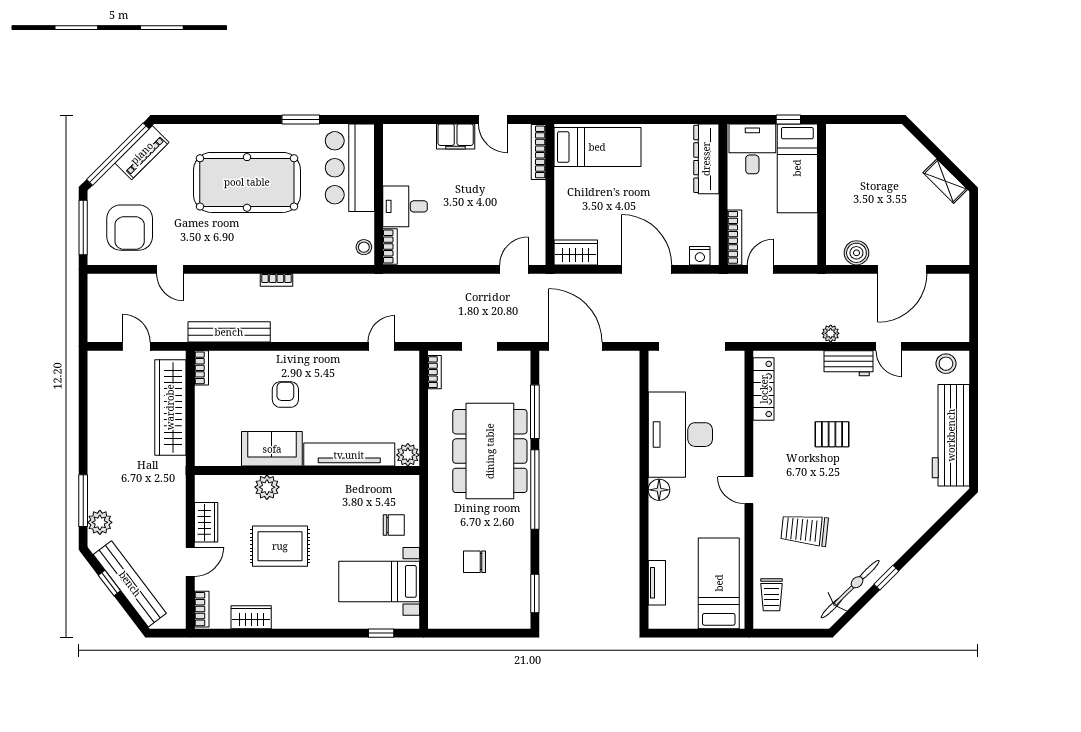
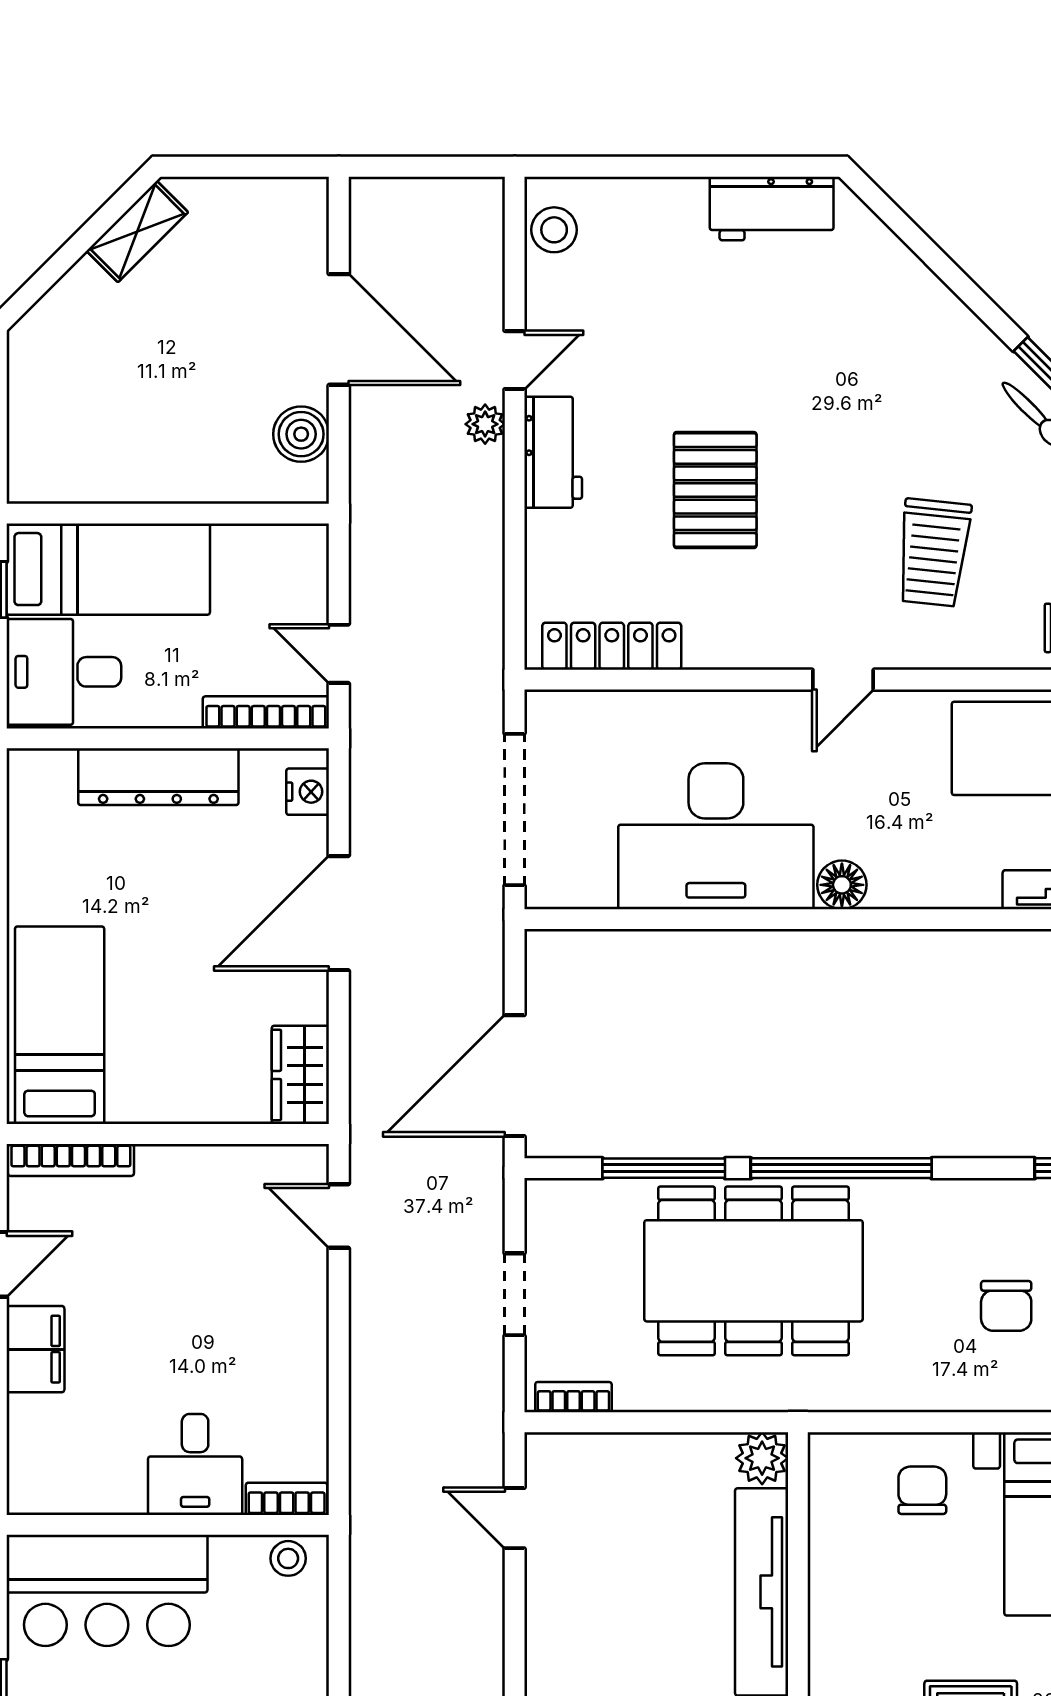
dresser: (706, 159) -> (158, 777), moved
plant: (831, 333) -> (485, 424), moved
pallet: (832, 434) -> (715, 490), width x1.50, depth x1.42
workbench: (951, 435) -> (772, 208), width x0.53, depth x0.76

